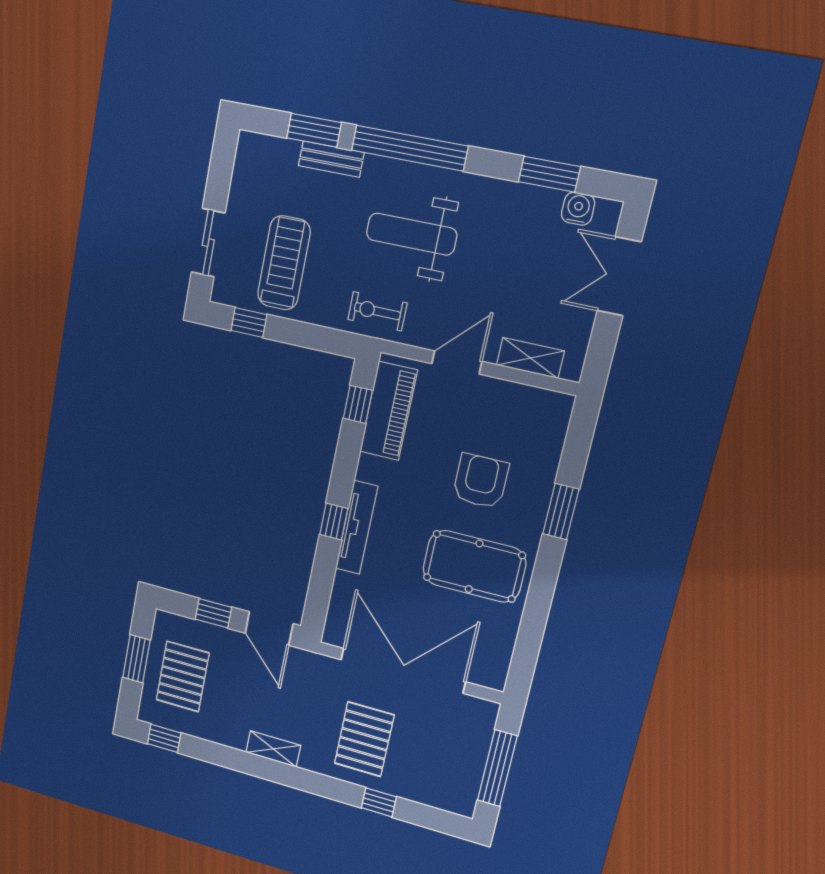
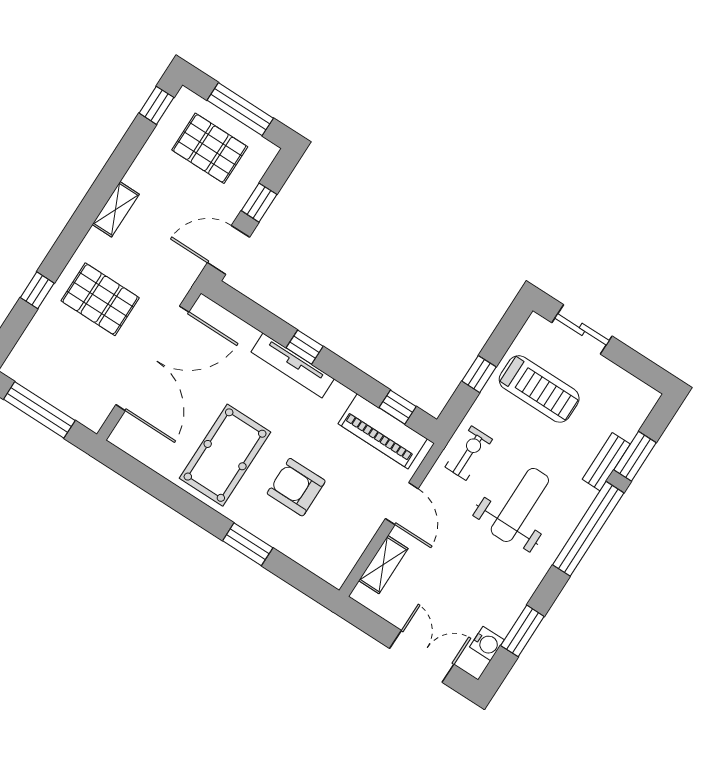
window: (249, 322) -> (479, 374), moved
armchair: (481, 481) -> (296, 487), turned 180
window: (136, 659) -> (240, 109), width x1.44

